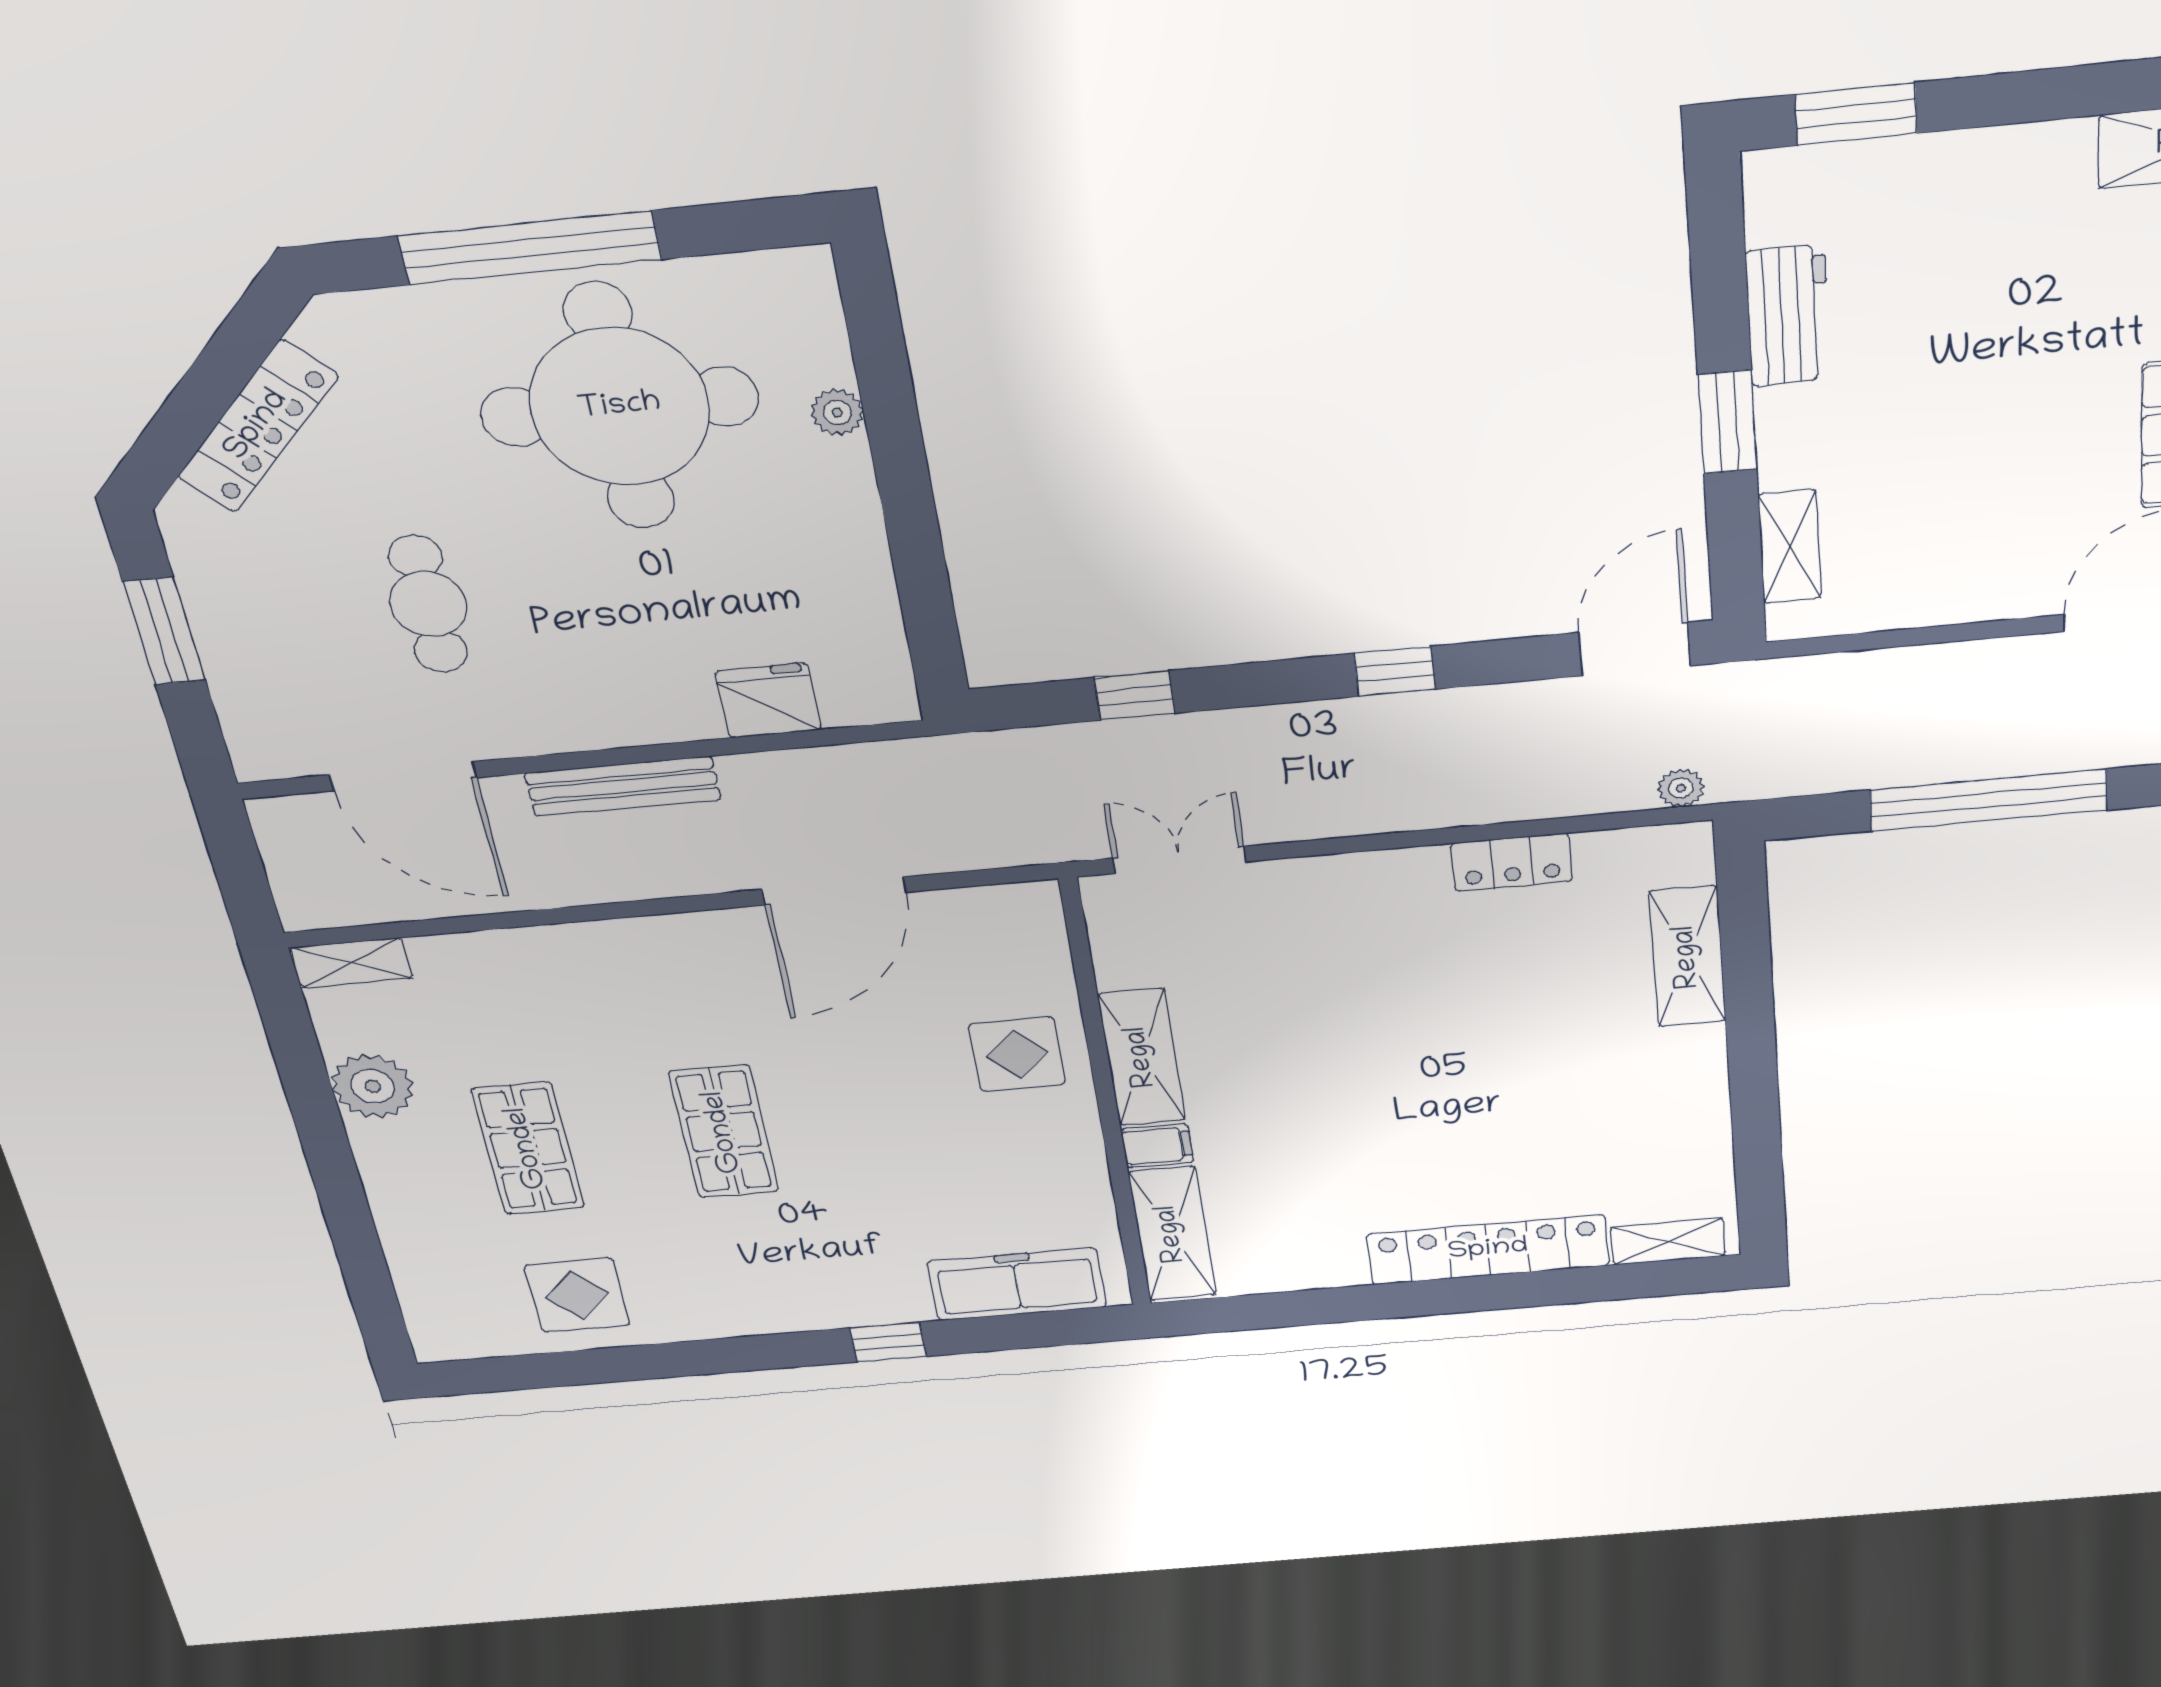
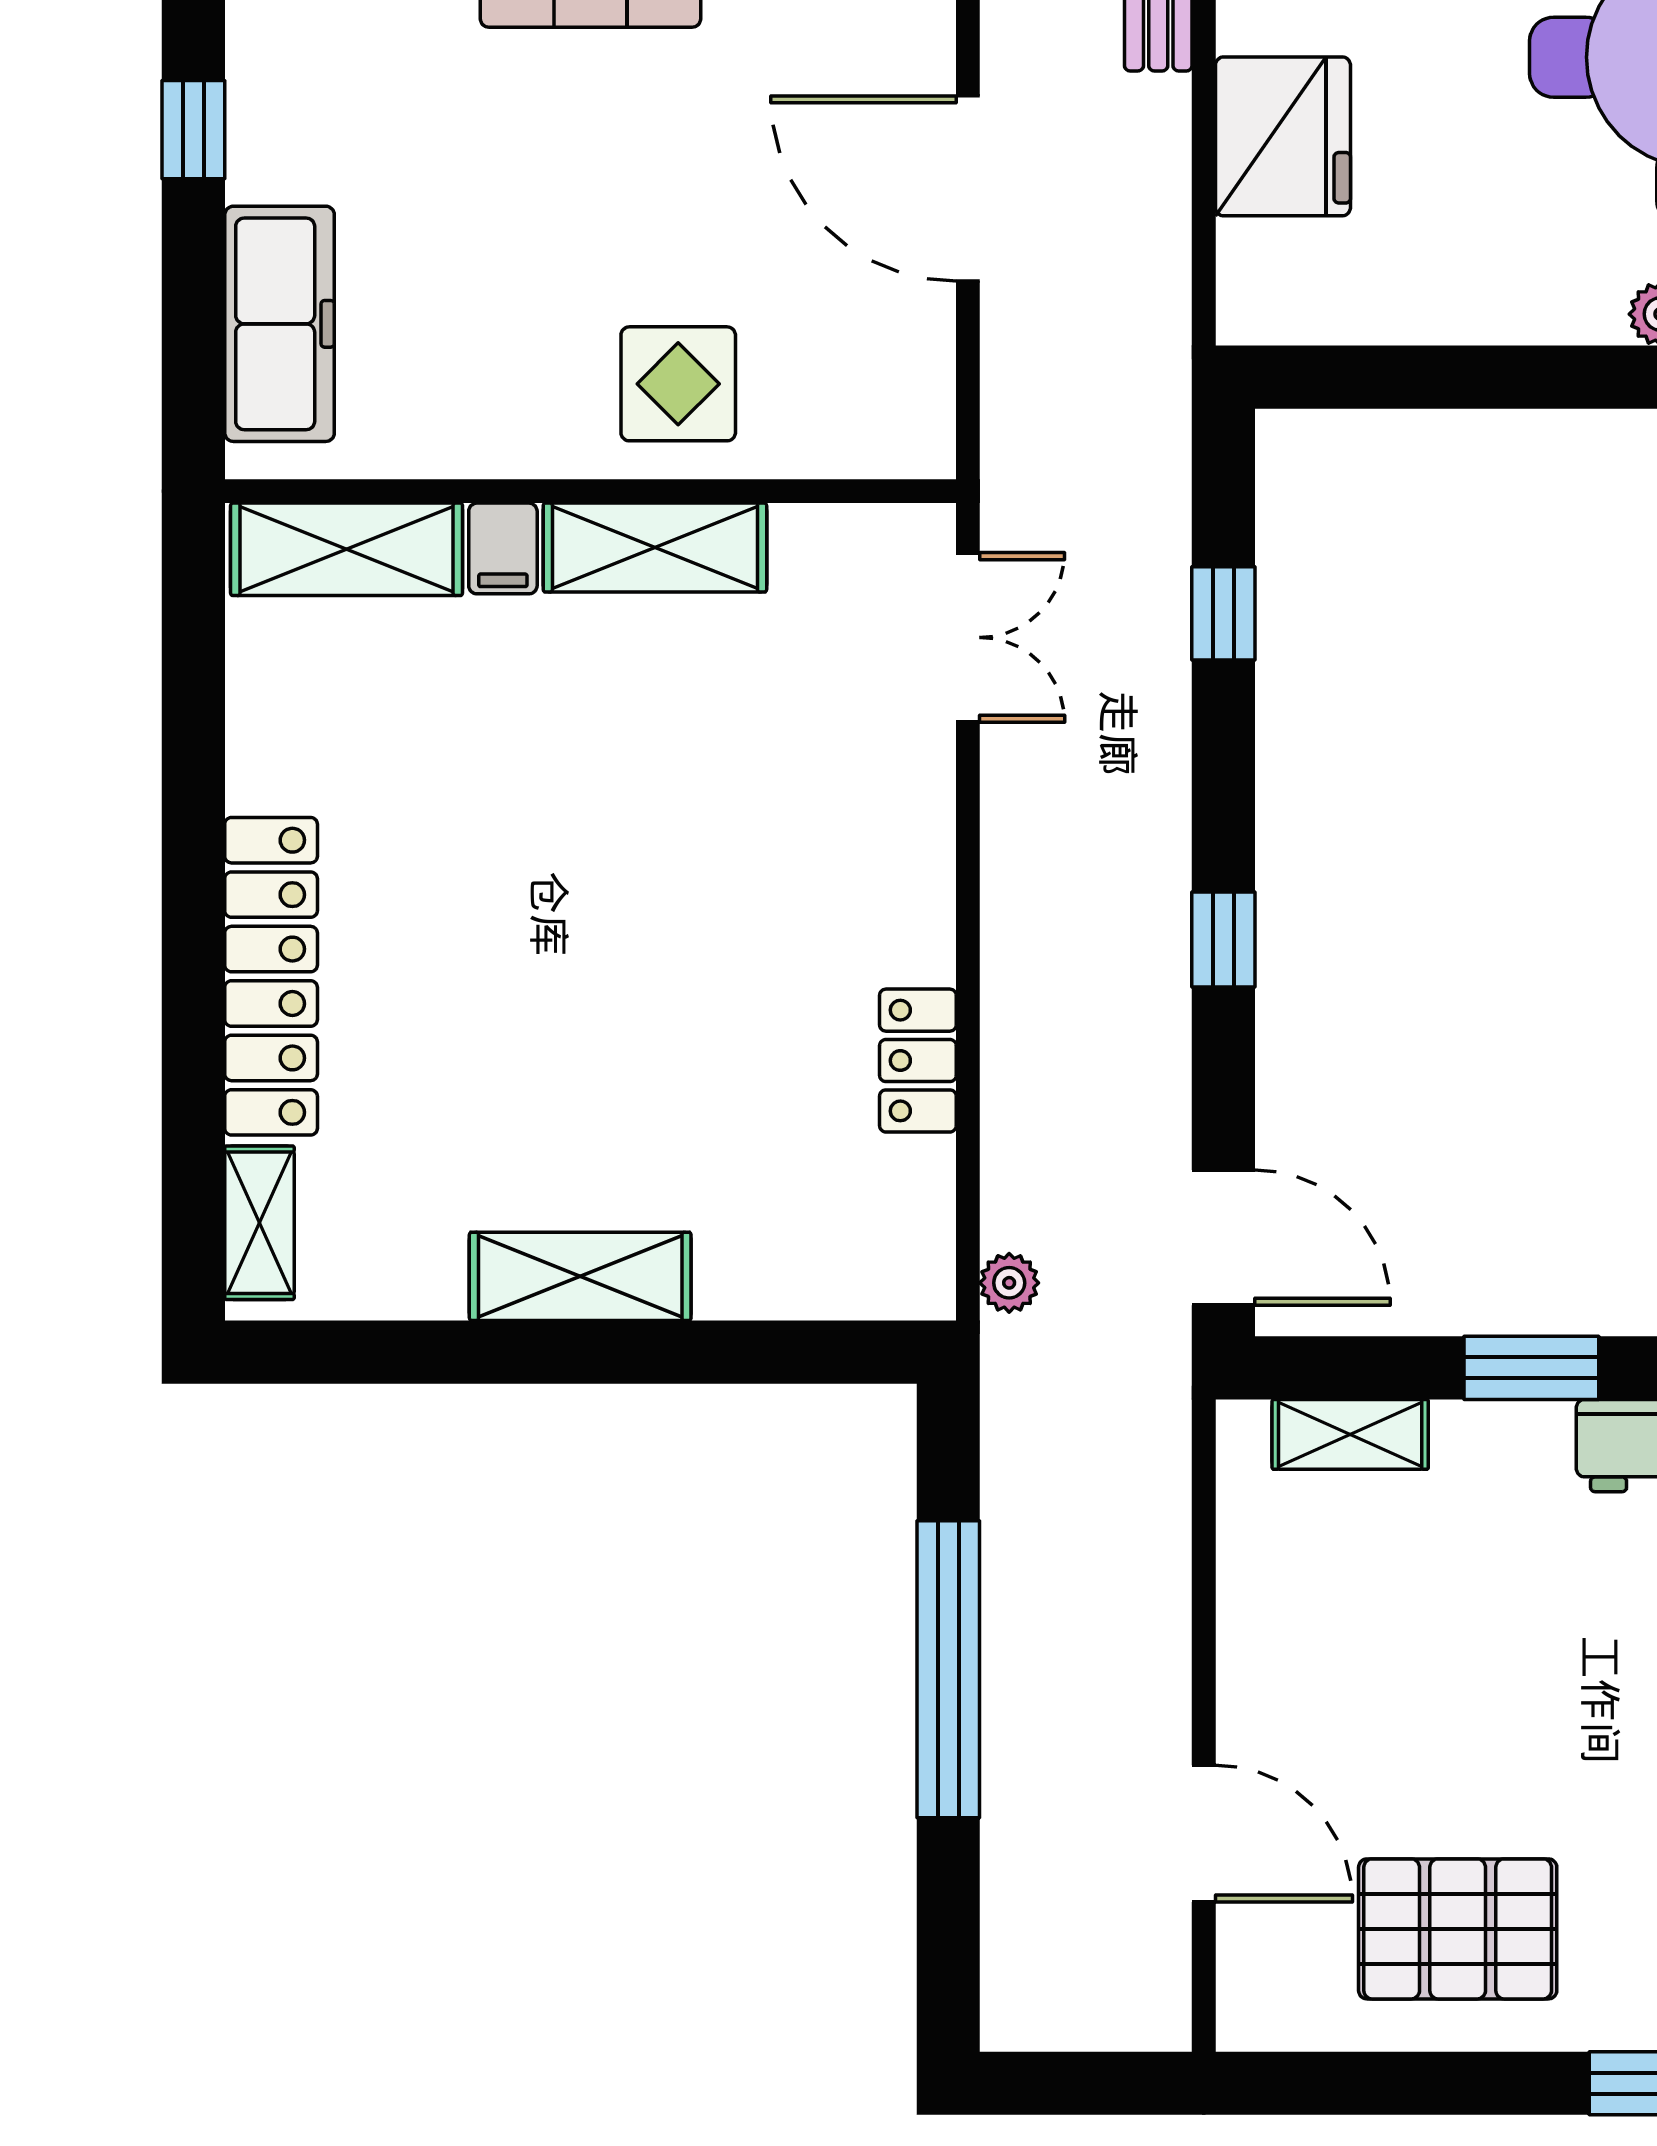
fridge: (768, 701) -> (1283, 136), width x1.36, depth x1.34
shelving: (1688, 957) -> (580, 1276), moved

